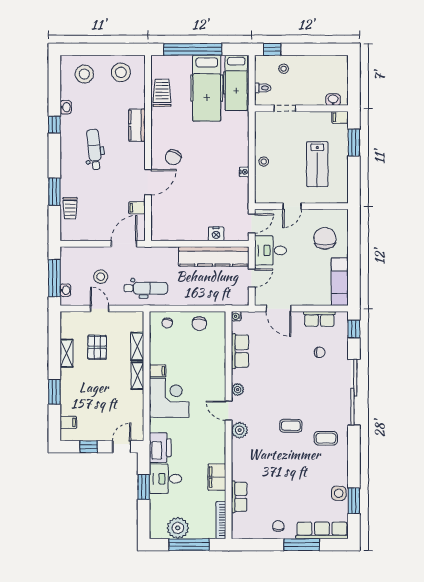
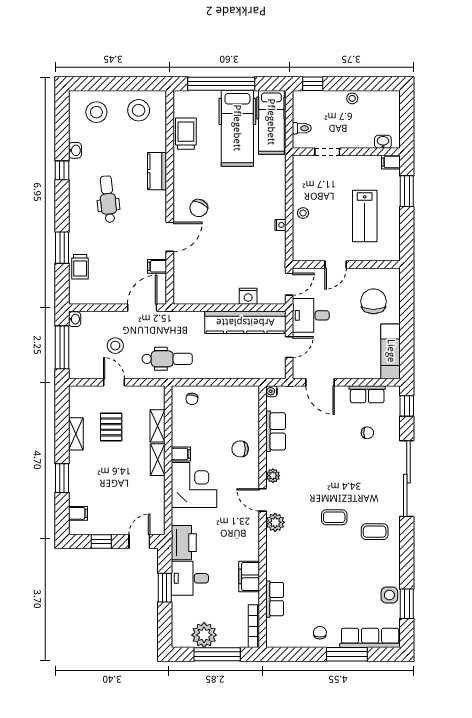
stool: (284, 69) -> (352, 98), moved
washbasin: (65, 290) -> (75, 319), moved
chair: (199, 324) -> (240, 449), moved, turned 89

